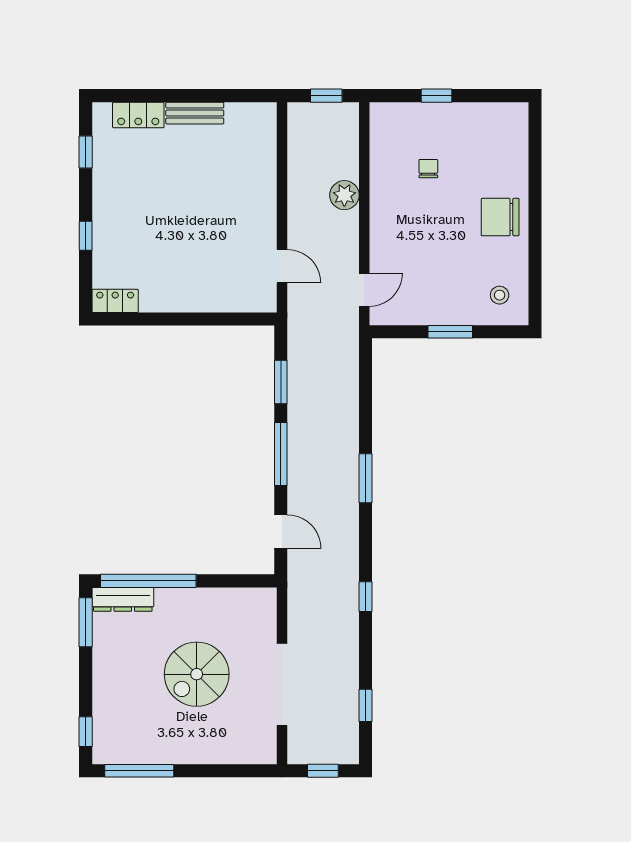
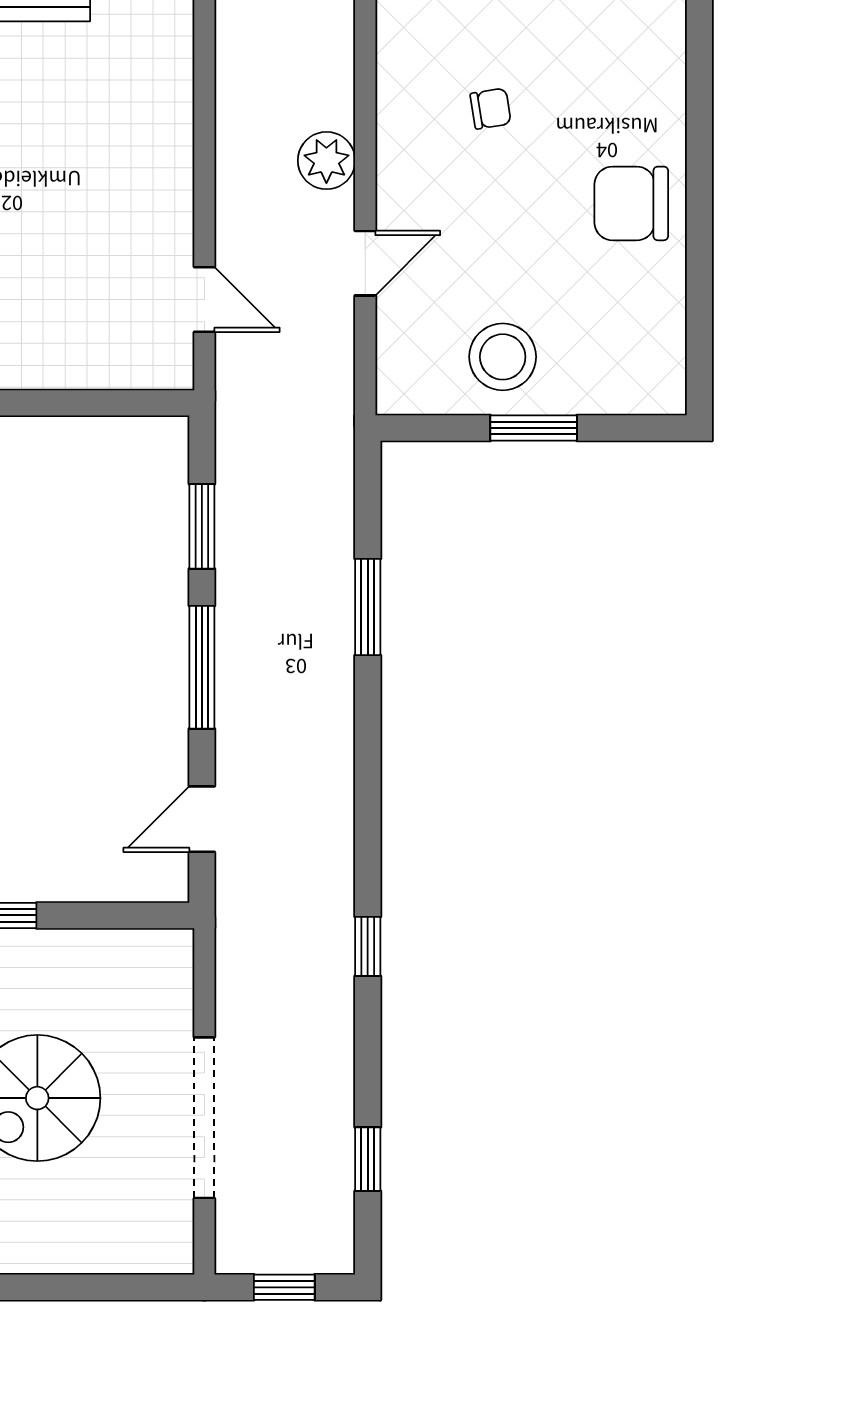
chair: (428, 169) -> (491, 109), turned 81
door: (364, 290) -> (365, 263), moved
stool: (500, 295) -> (503, 357), moved, width x1.89, depth x1.89
window: (366, 478) -> (368, 607), moved
door: (281, 532) -> (202, 819), swing flipped

